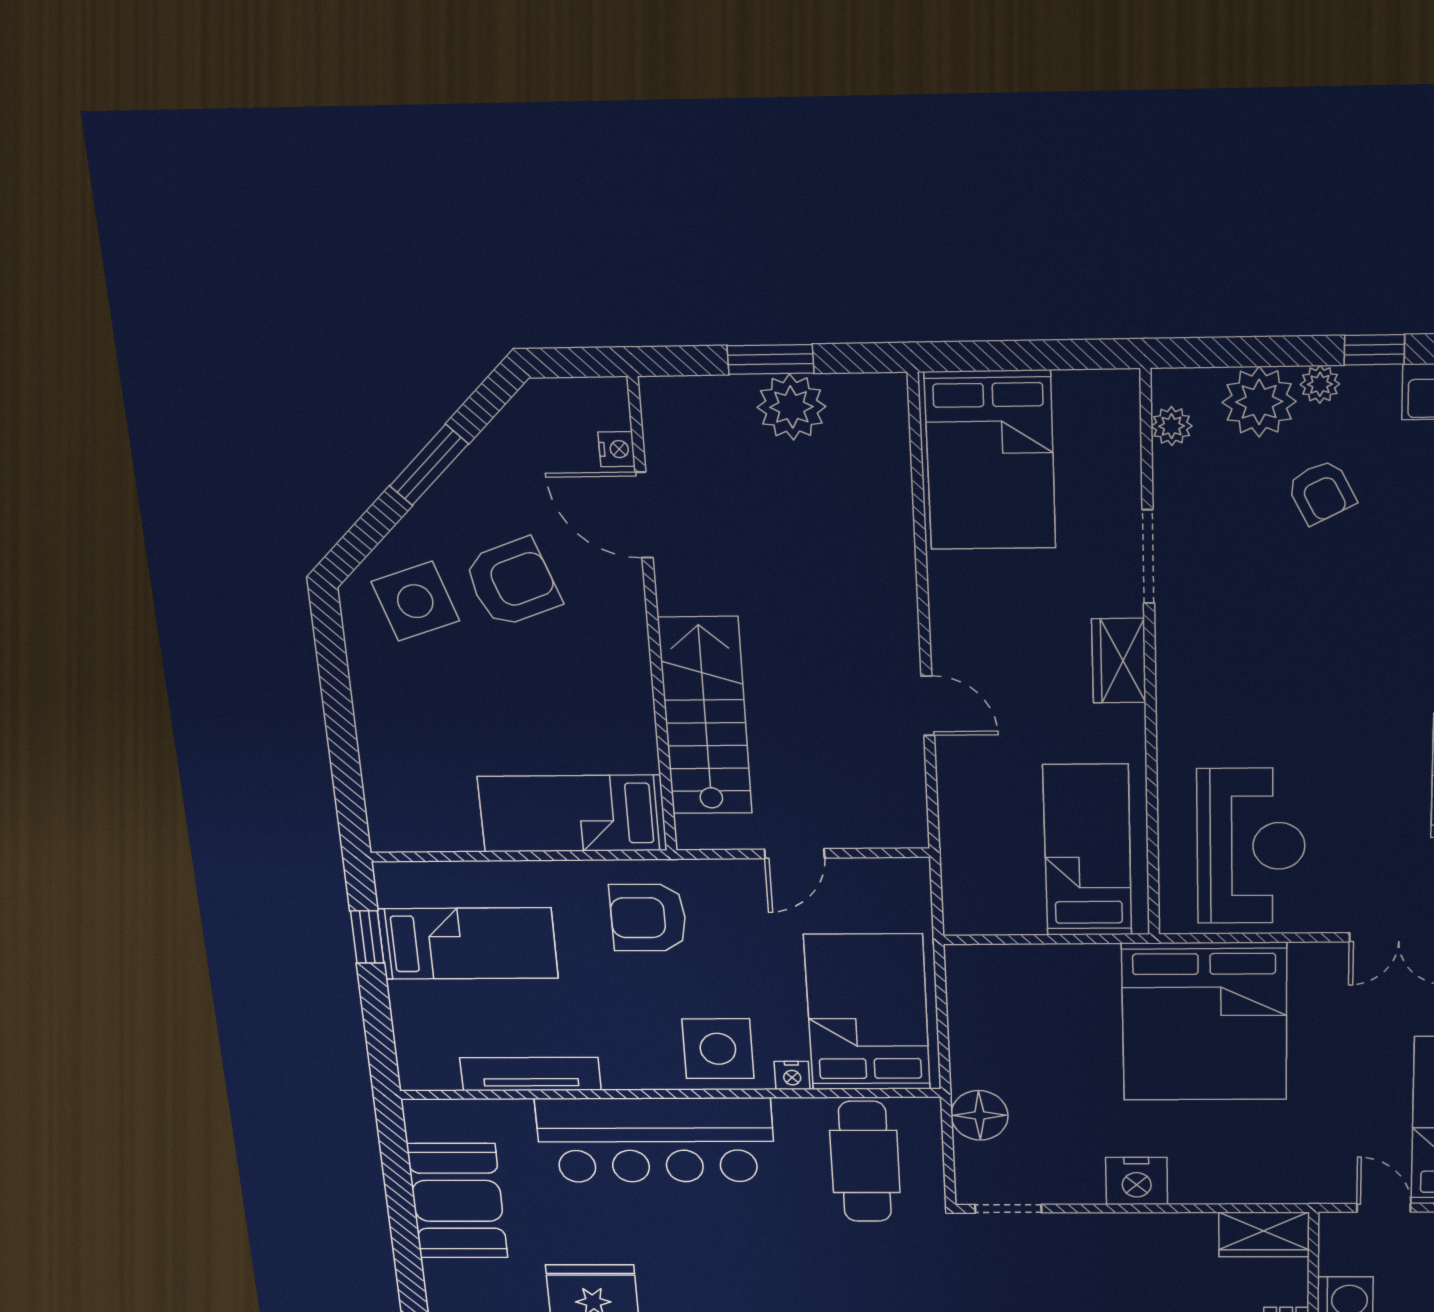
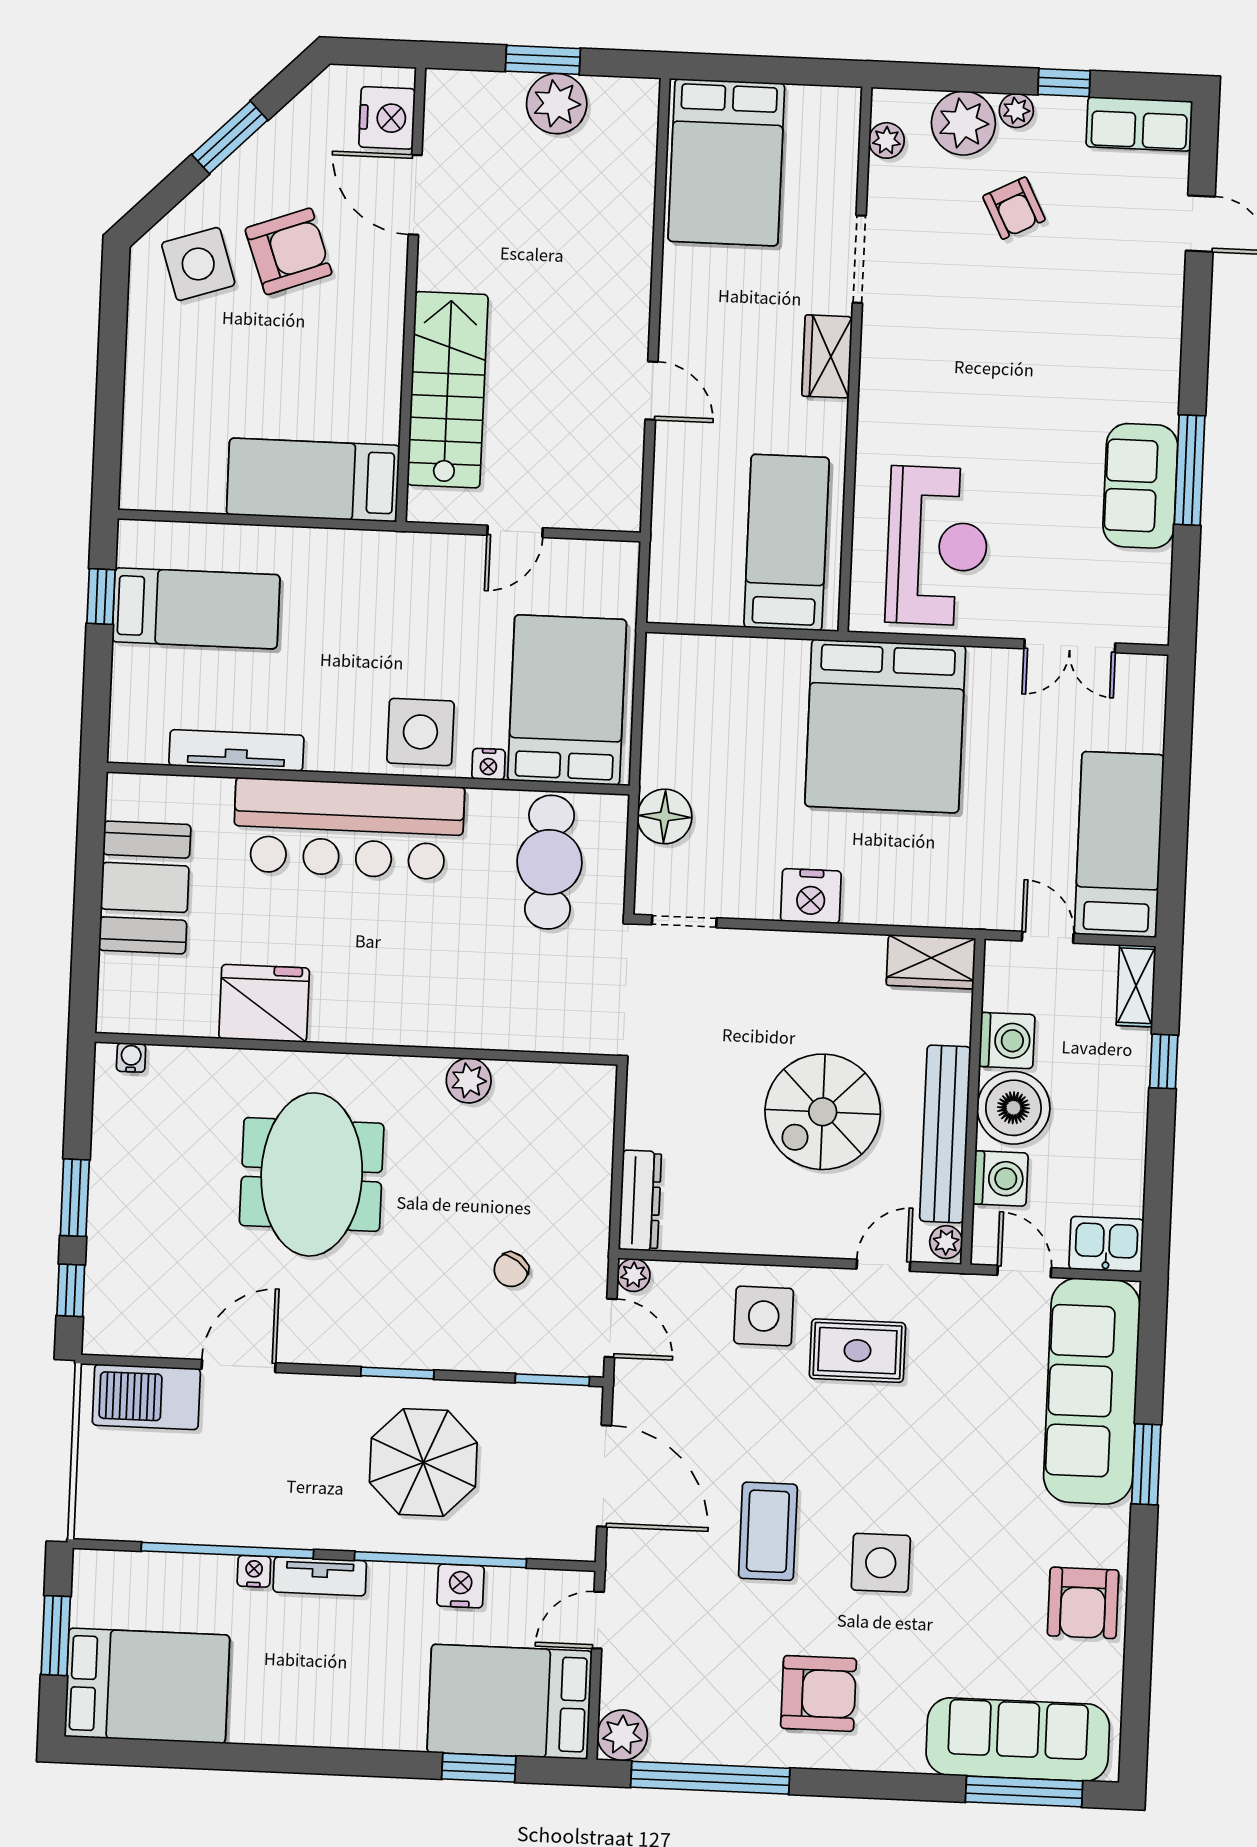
nightstand: (617, 449) -> (387, 118), width x1.89, depth x1.79
armchair: (648, 918) -> (371, 590), removed

